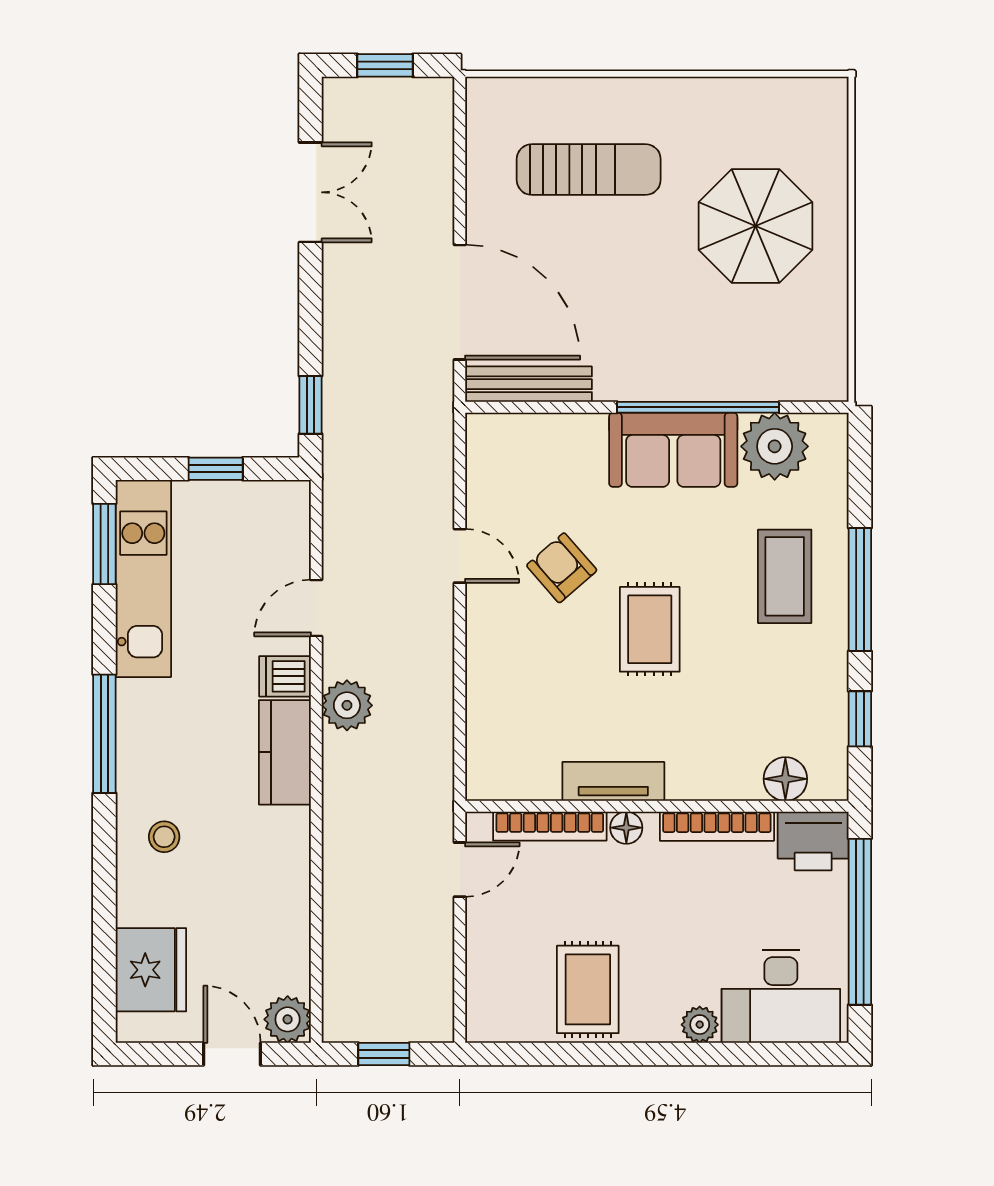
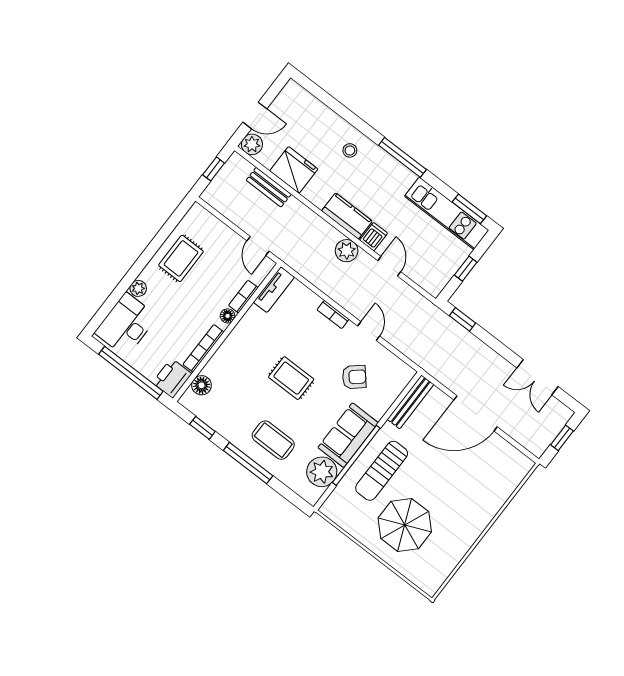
sun lounger: (589, 170) -> (382, 471), moved
door: (460, 302) -> (475, 413), moved
door: (460, 556) -> (369, 331), swing flipped
armchair: (562, 568) -> (354, 377), moved
bookcase: (479, 642) -> (333, 314), added
tv unit: (613, 781) -> (274, 290), moved
bookcase: (550, 826) -> (243, 297), width x0.64
bench: (341, 931) -> (269, 187), added
fridge: (151, 970) -> (294, 170), moved, turned 180
rug: (588, 989) -> (181, 258), turned 90

